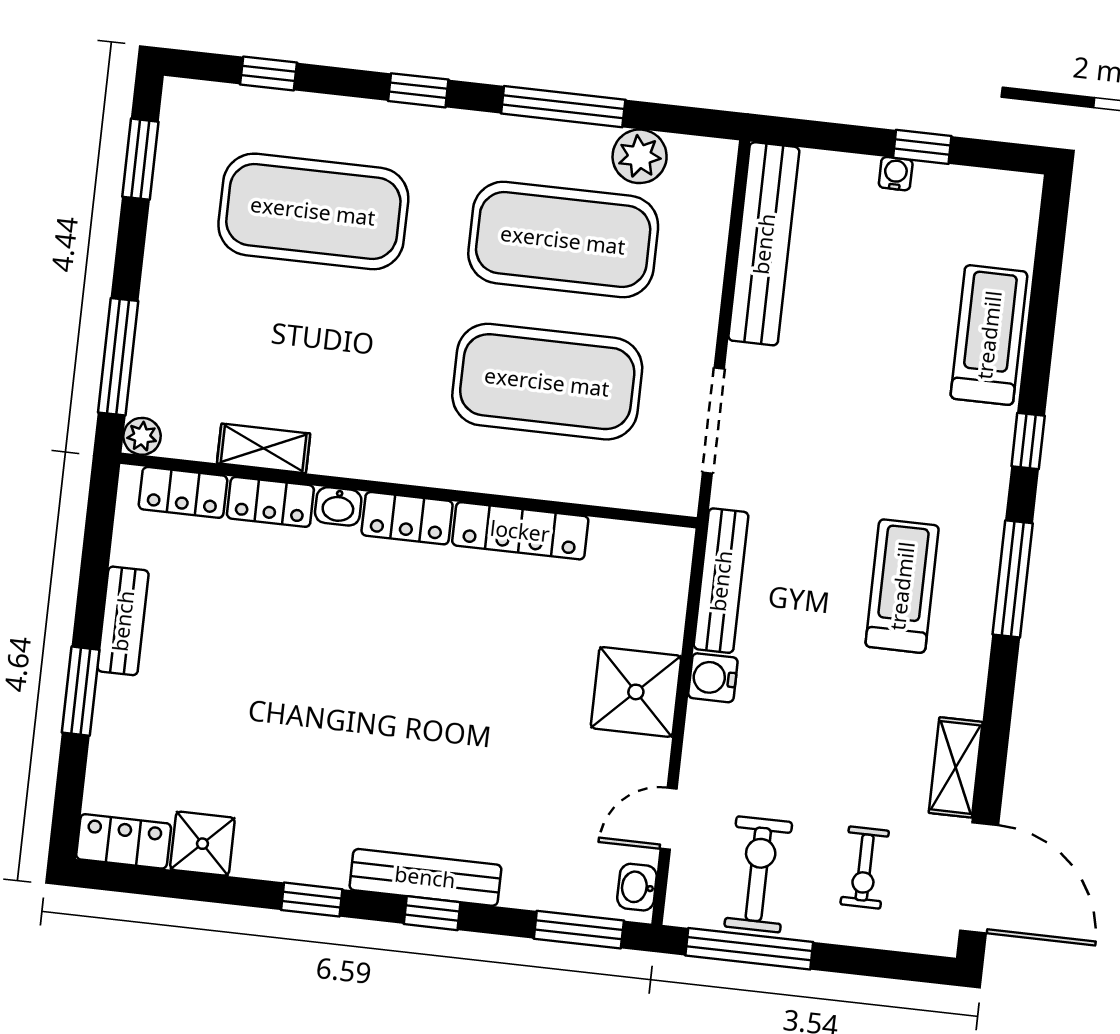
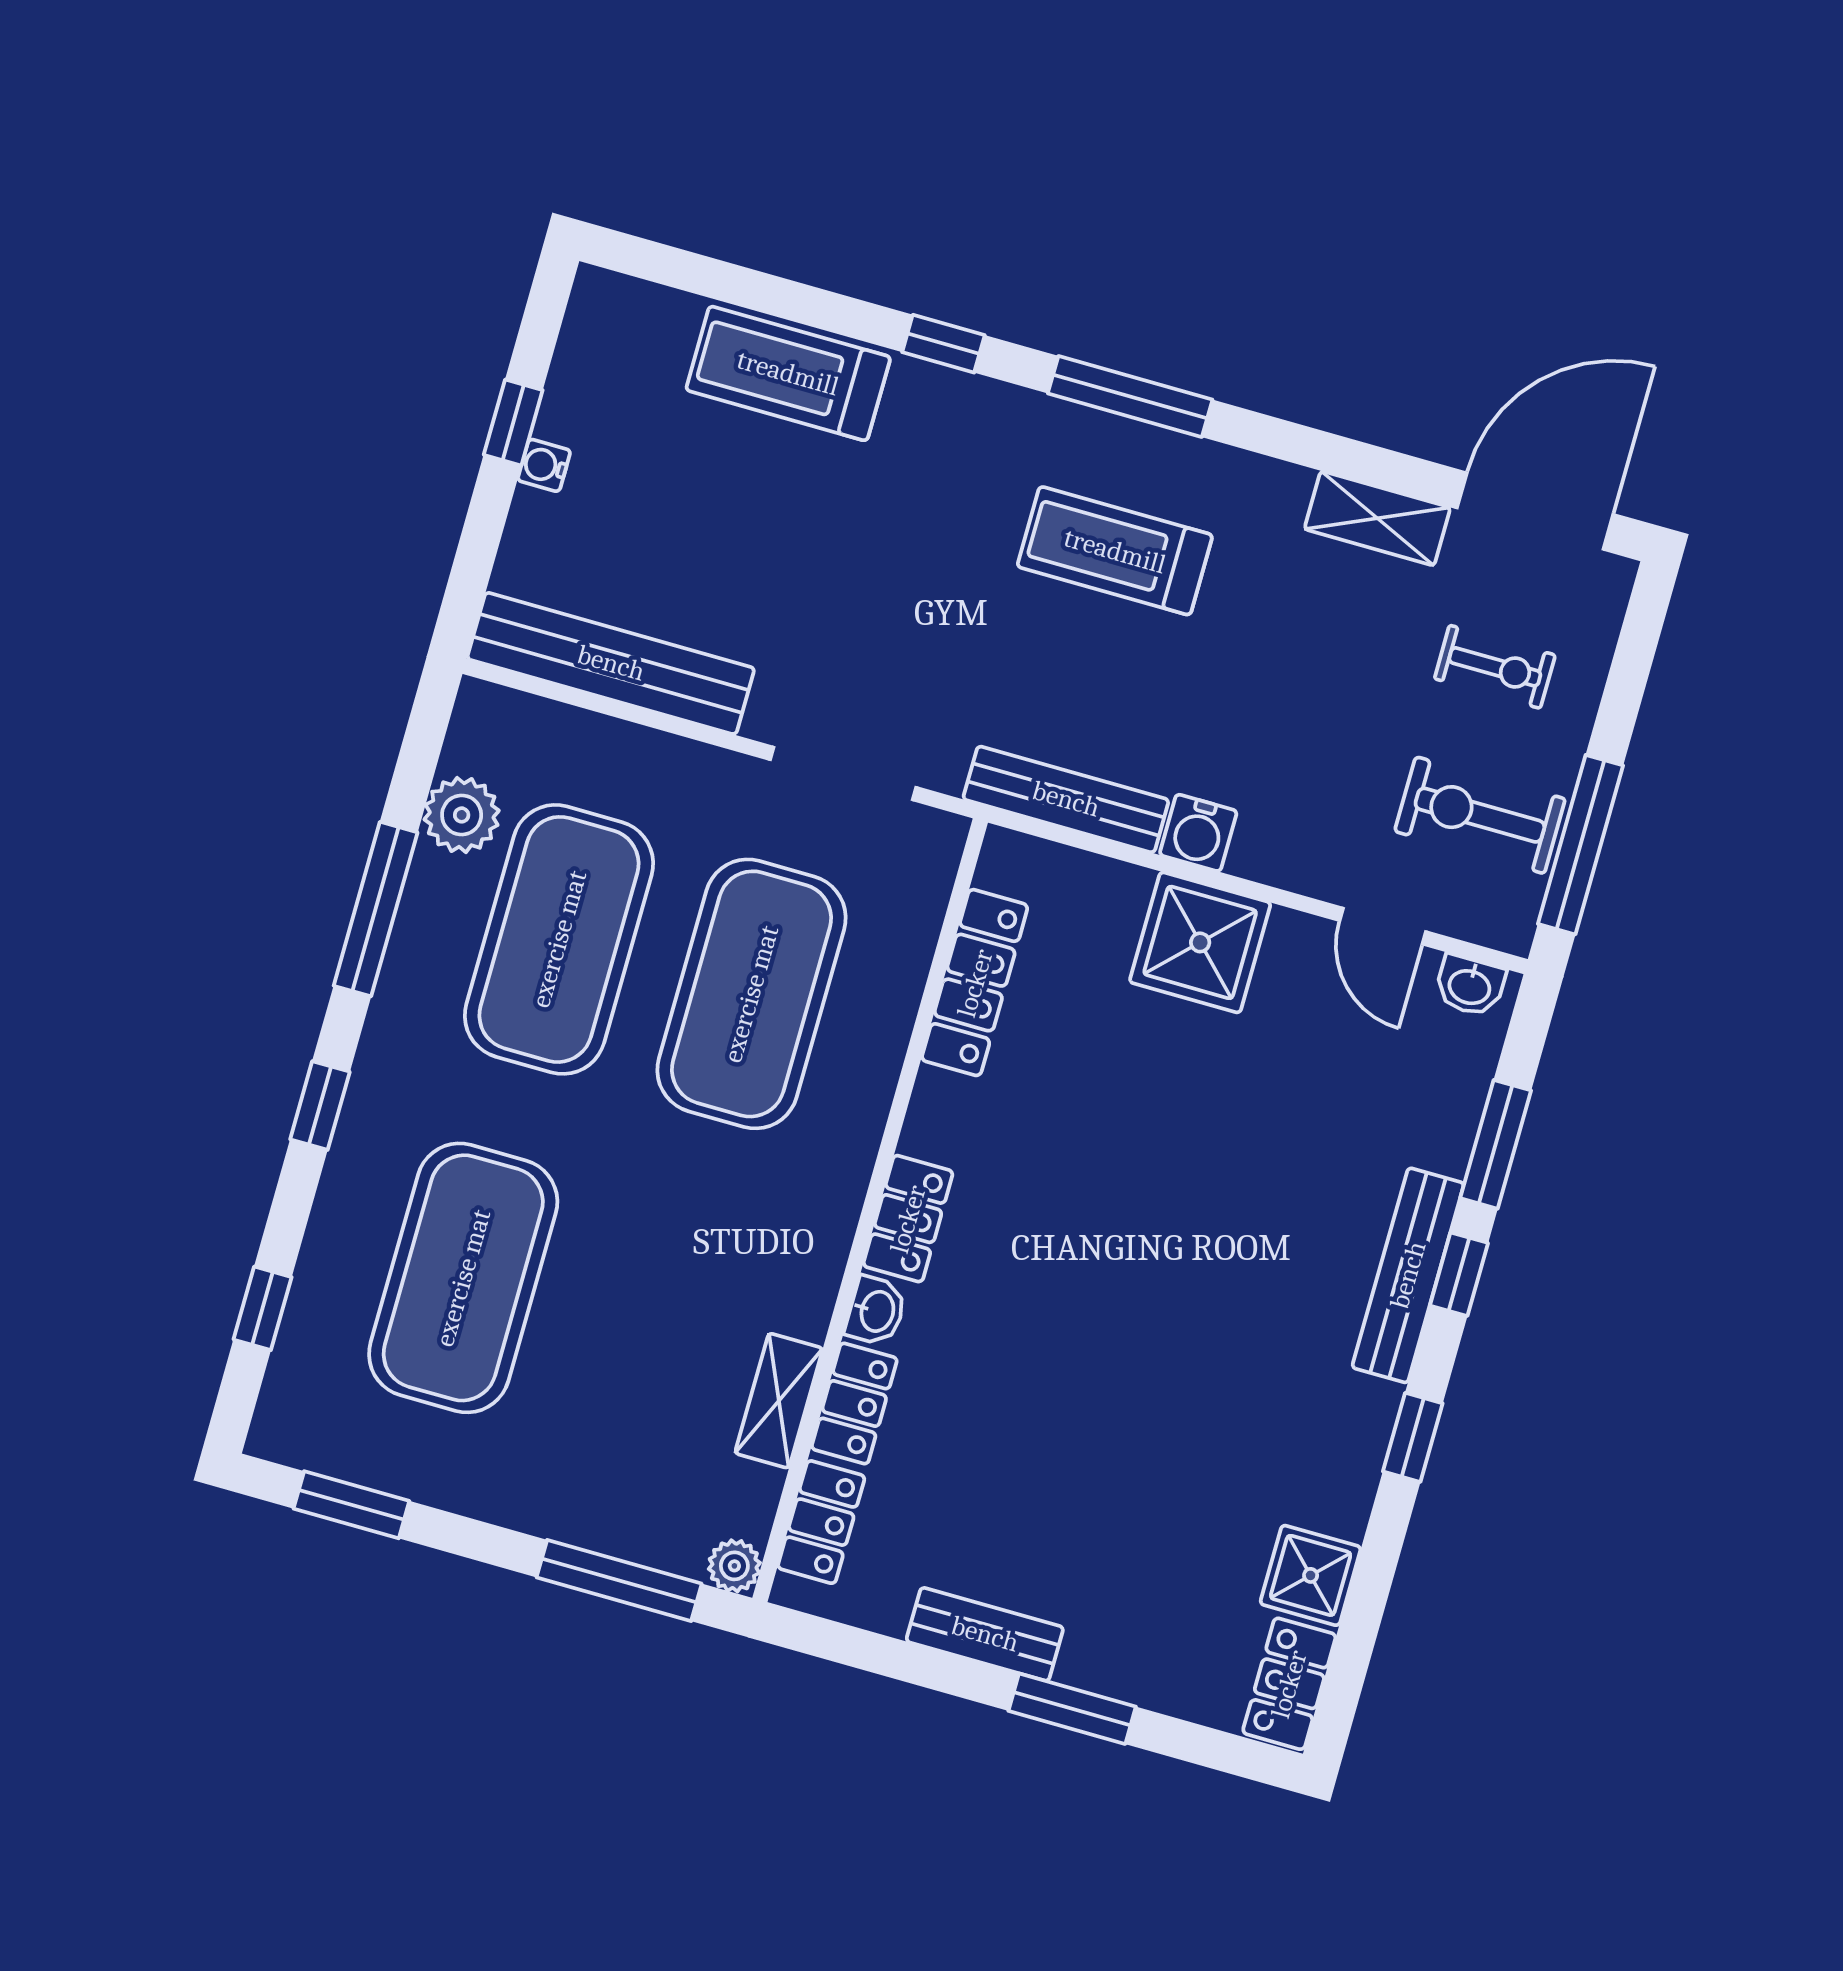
locker: (520, 531) -> (975, 983), moved
window: (579, 930) -> (1496, 1144), moved

